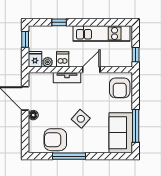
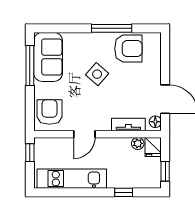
dishwasher: (63, 59) -> (119, 147), removed
tv unit: (67, 78) -> (128, 125), moved
floor lamp: (33, 115) -> (155, 122), moved

